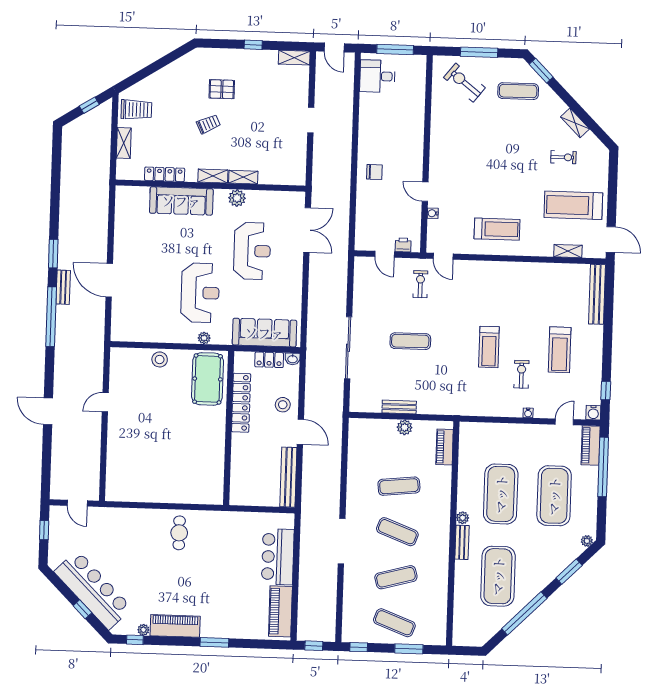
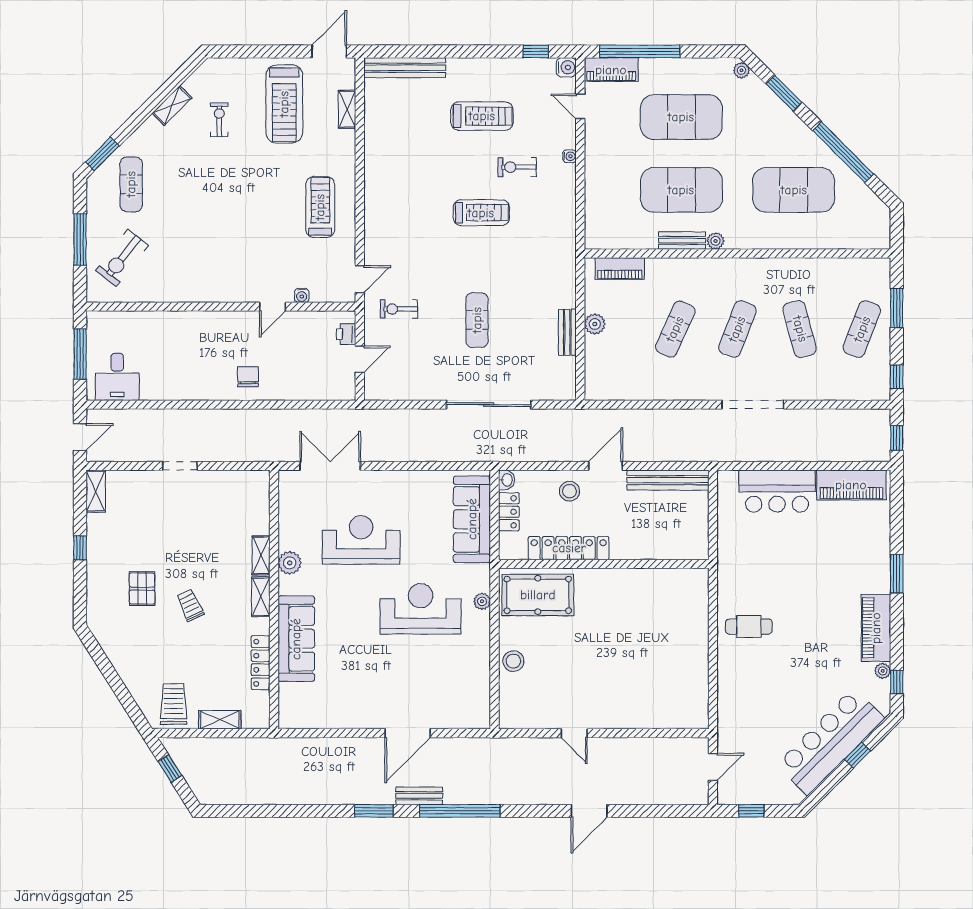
exercise mat: (399, 486) -> (675, 329), turned 30
bench: (462, 542) -> (682, 241), moved

